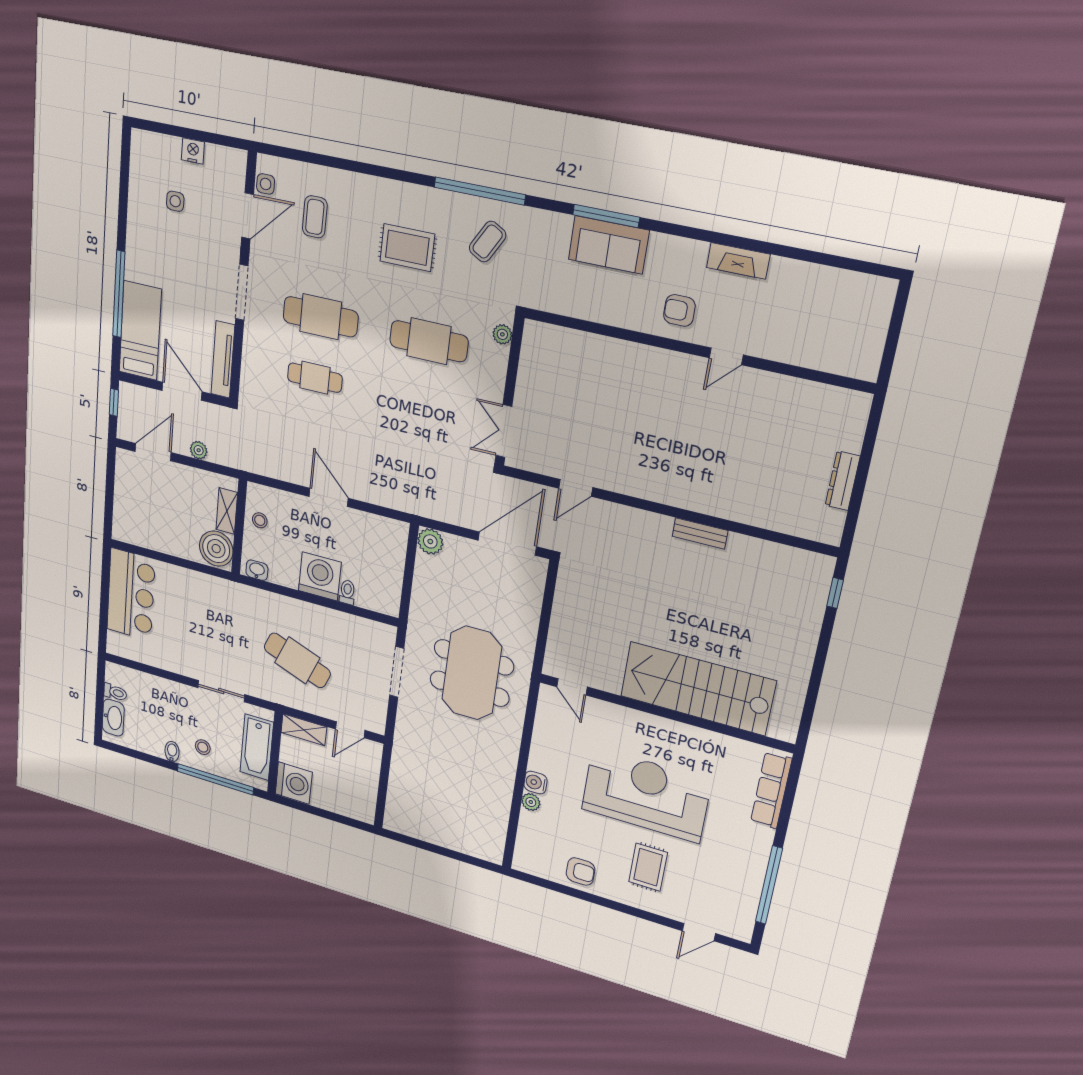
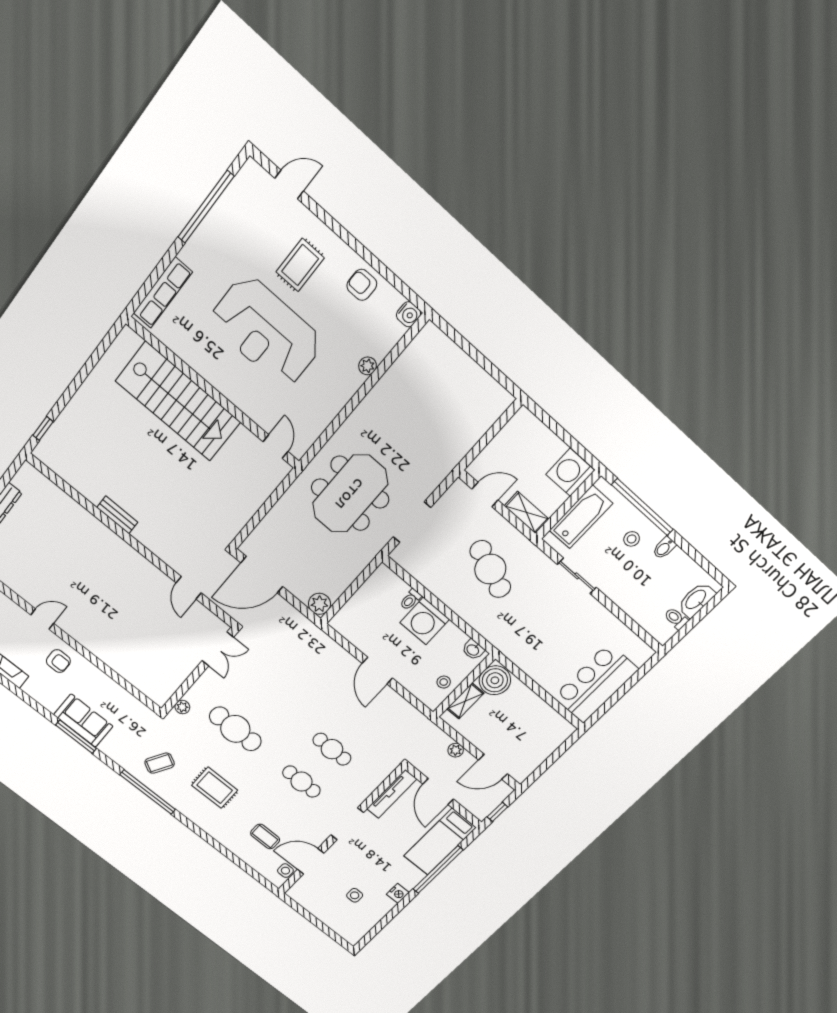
nightstand: (193, 151) -> (398, 893), moved, turned -90
coffee table: (315, 217) -> (265, 836), turned 90
cafe table: (321, 317) -> (301, 782), width x0.73, depth x0.74
door: (576, 488) -> (189, 588), swing flipped
water cooler: (535, 783) -> (409, 314), moved

